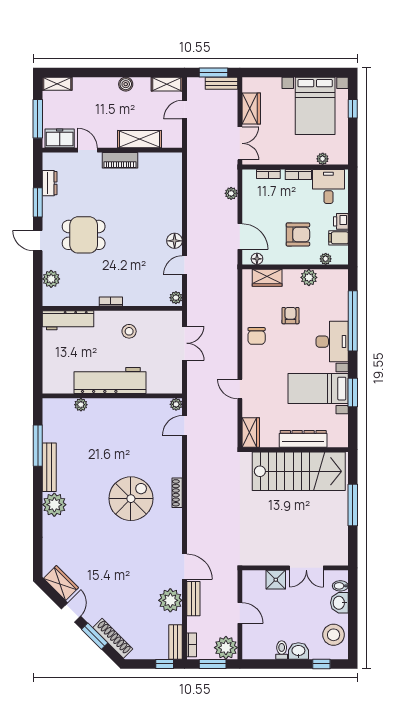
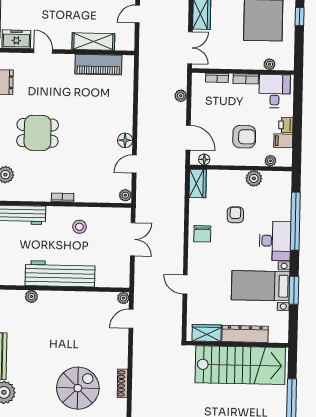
piano: (120, 160) -> (98, 65), moved, width x1.37, depth x1.33
wardrobe: (267, 278) -> (198, 183), moved, turned -90
wardrobe: (251, 432) -> (207, 333), moved, turned -90

